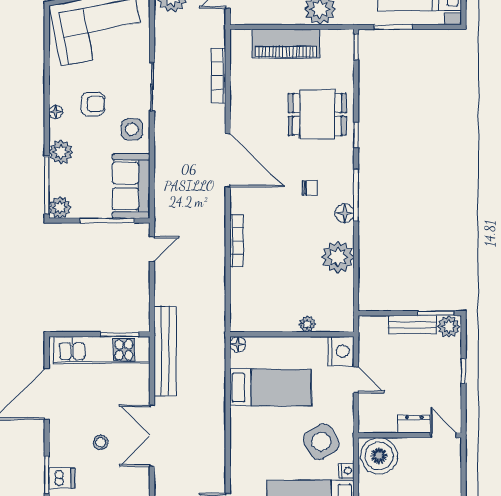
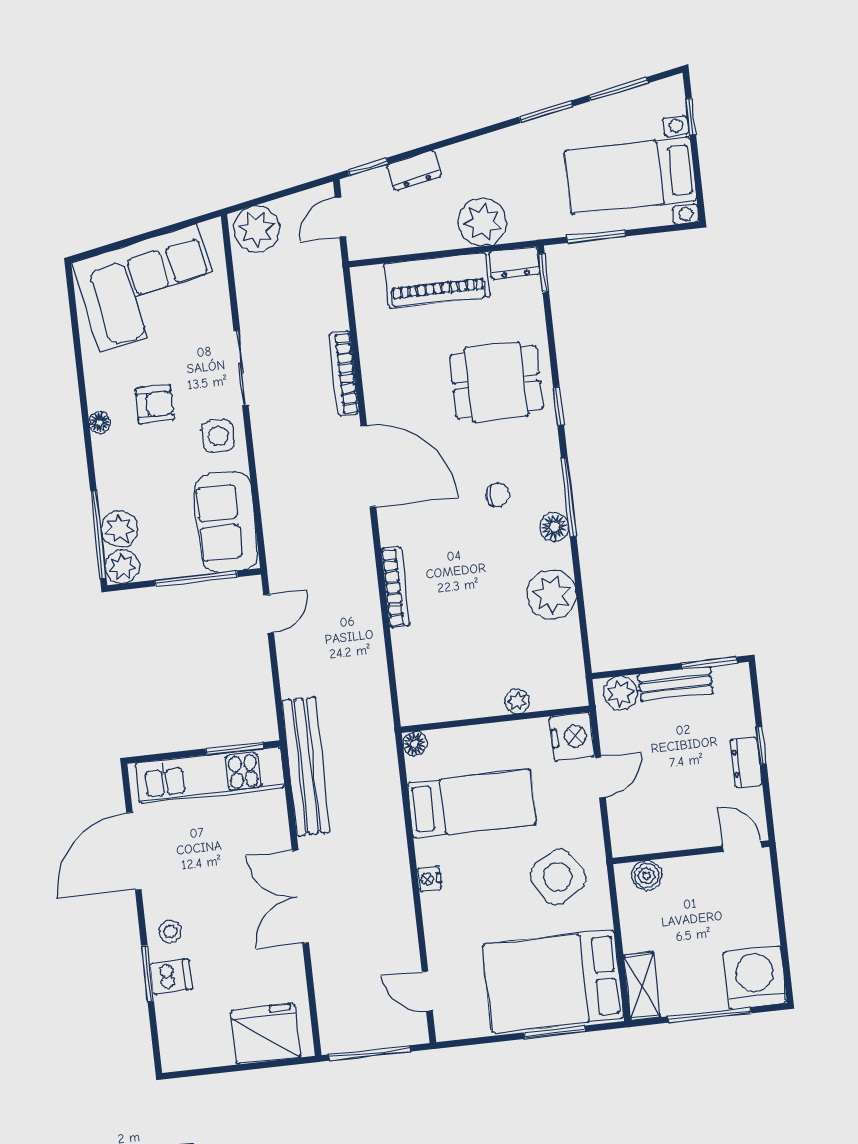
dresser: (338, 38) -> (514, 263), added
bookcase: (219, 76) -> (344, 373), moved
plant: (61, 152) -> (119, 529), moved
plant: (449, 326) -> (620, 693), moved
door: (356, 380) -> (600, 777), hinge flipped
dresser: (414, 424) -> (746, 762), moved, turned -90
stool: (101, 442) -> (170, 932), moved
boiler: (379, 456) -> (646, 876), width x0.54, depth x0.54
nightstand: (347, 471) -> (429, 879), moved, turned 180

